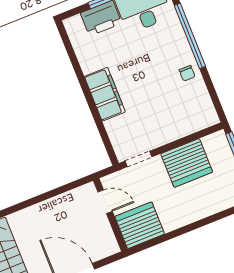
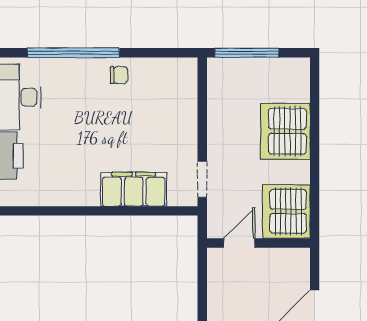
filing cabinet: (105, 94) -> (134, 189), moved
server rack: (187, 163) -> (285, 131), moved, turned 180

